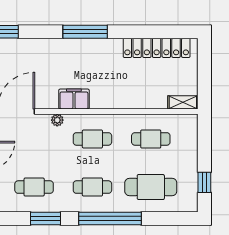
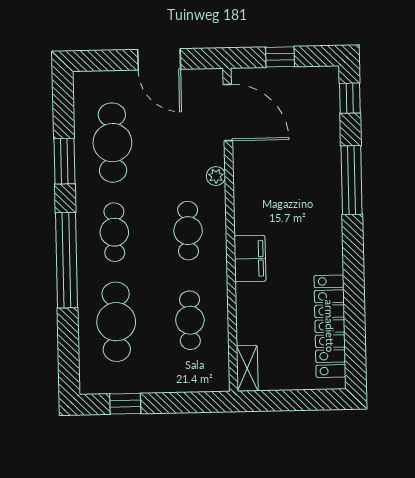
window: (85, 32) -> (352, 180), moved
filing cabinet: (74, 99) -> (250, 259), moved
cafe table: (34, 187) -> (112, 143), width x1.37, depth x1.35

